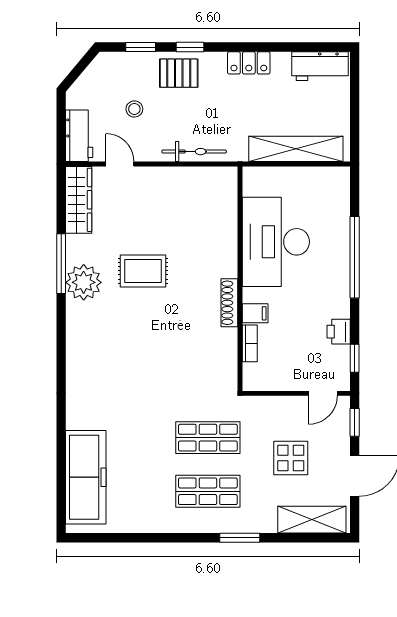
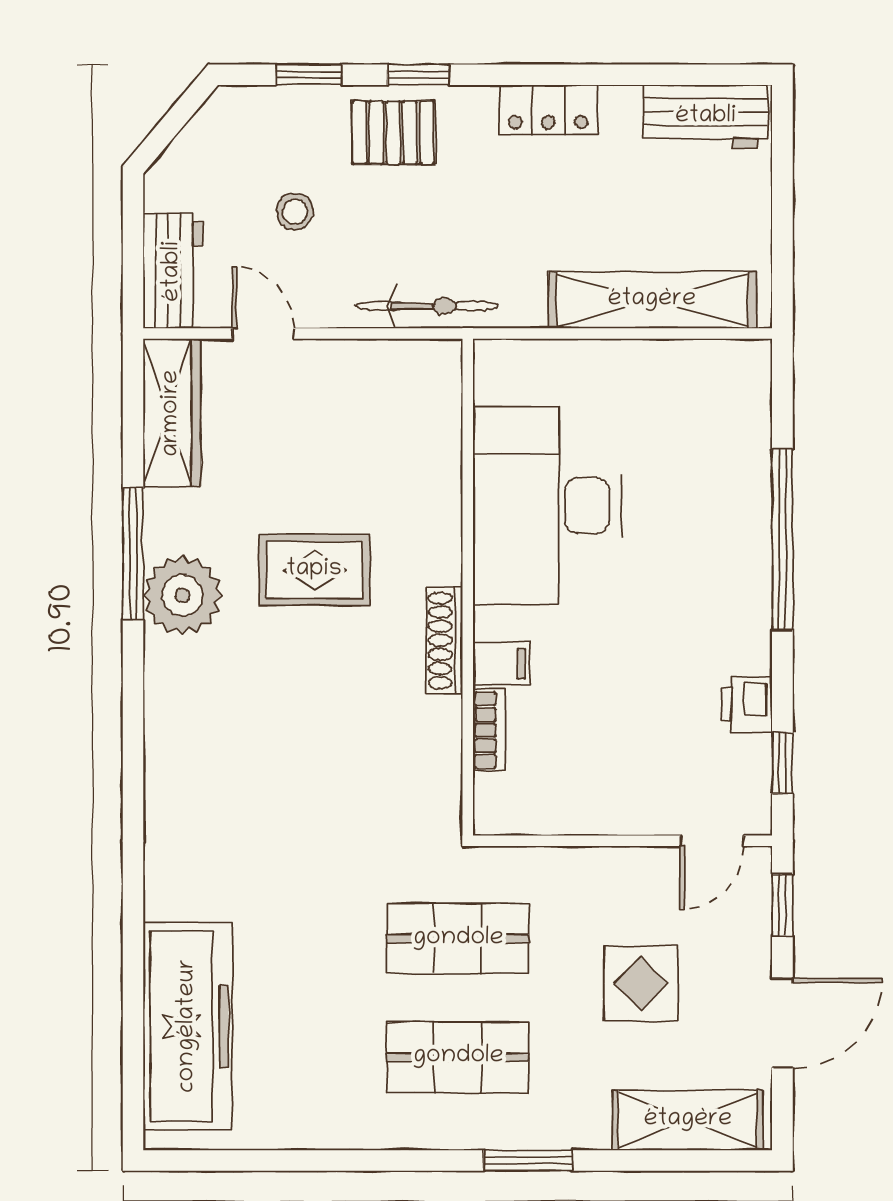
desk: (276, 242) -> (547, 506), moved
wall: (240, 279) -> (468, 587), moved
shoe rack: (229, 303) -> (444, 640), moved
filing cabinet: (255, 313) -> (501, 664), moved
bookcase: (250, 343) -> (489, 730), moved

